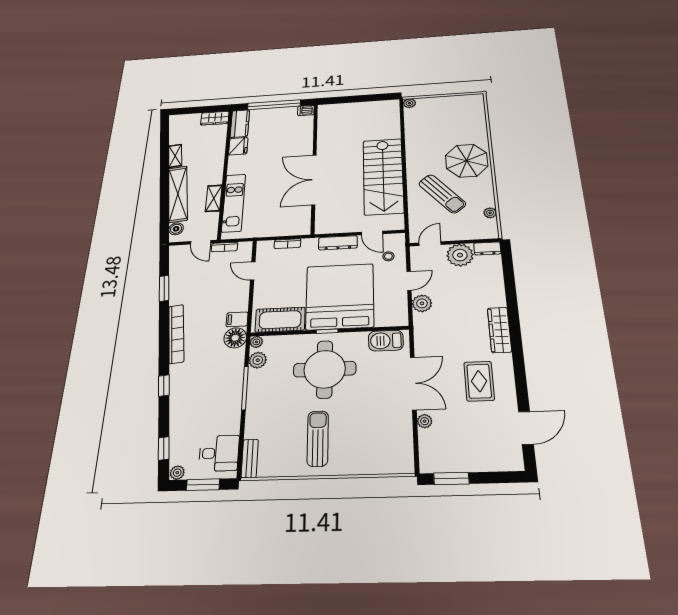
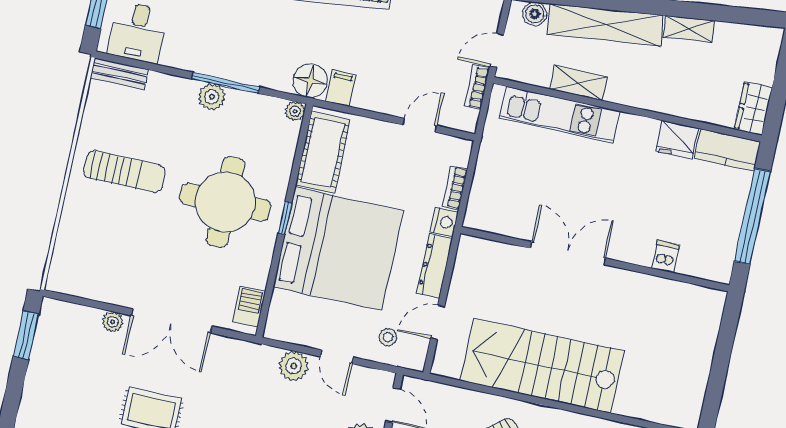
dishwasher: (306, 111) -> (666, 257), moved
double door: (314, 180) -> (568, 253), width x0.73
nightstand: (310, 244) -> (444, 222), added
barbecue: (386, 341) -> (249, 306), width x0.73, depth x0.79
plant: (258, 360) -> (212, 97), moved

